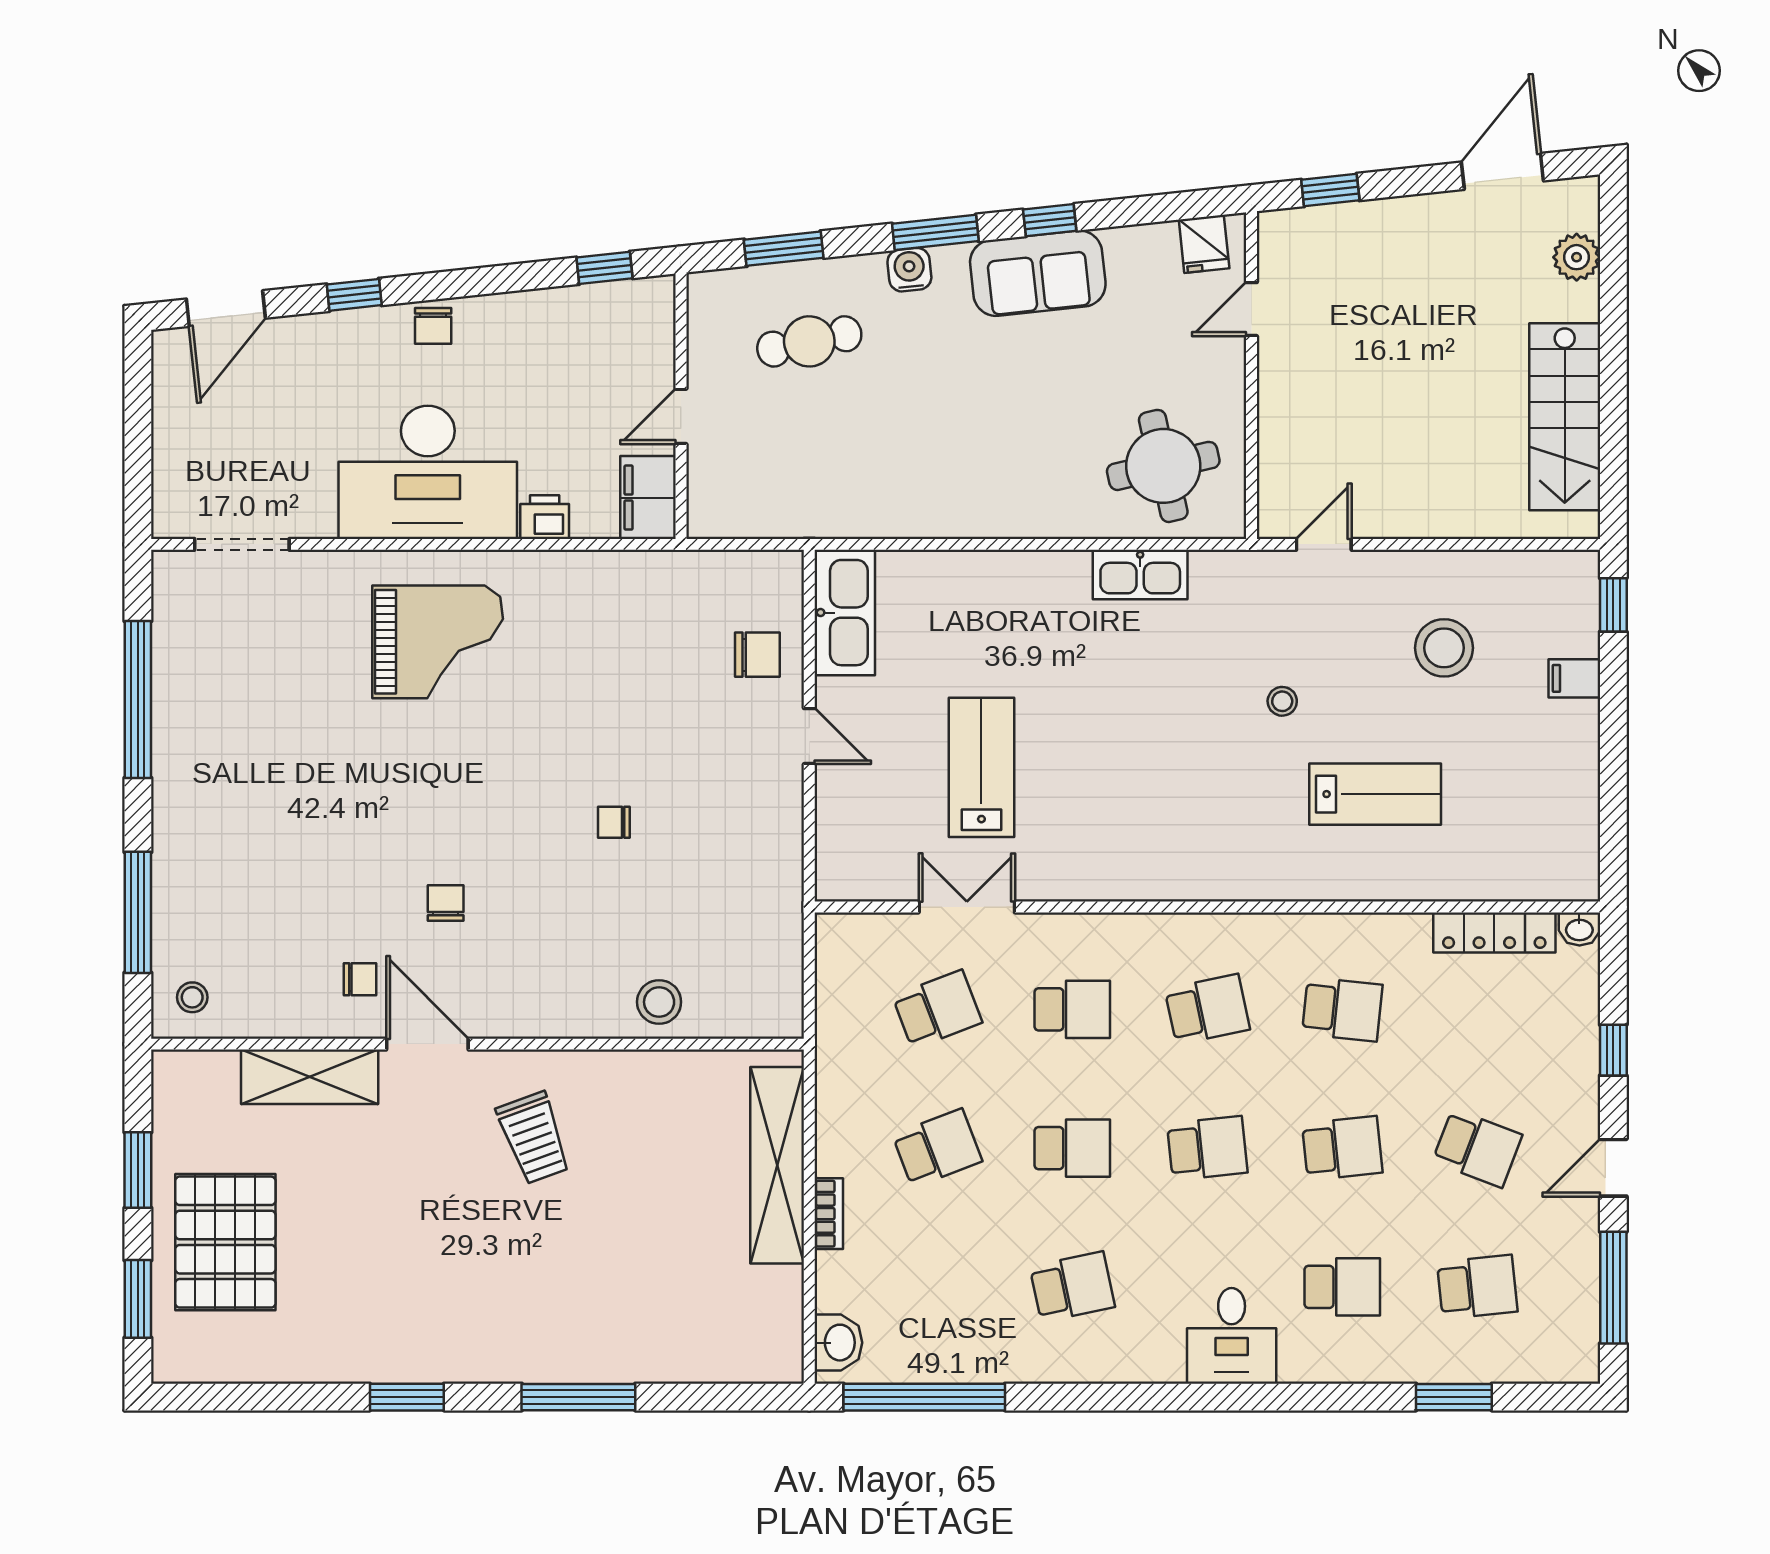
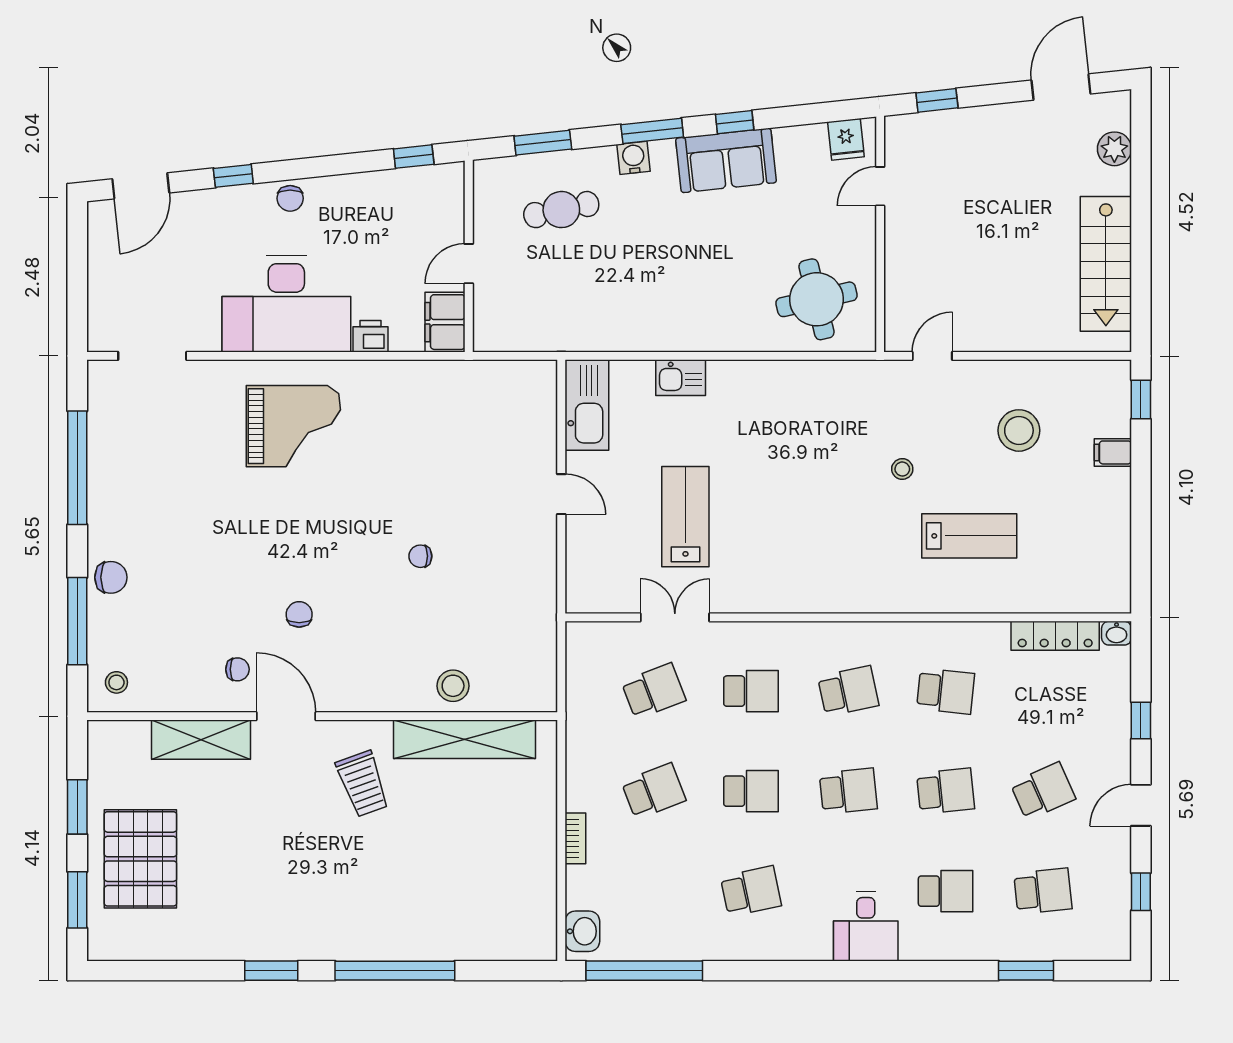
kitchen sink: (1140, 575) -> (681, 378), moved, width x0.73
chair: (757, 655) -> (111, 577), moved
school desk: (1477, 1148) -> (1043, 791), turned -45
shelving: (777, 1165) -> (465, 739), moved, turned 90
window: (1613, 1288) -> (1141, 892), width x0.46
window: (578, 1397) -> (395, 971), width x1.46

